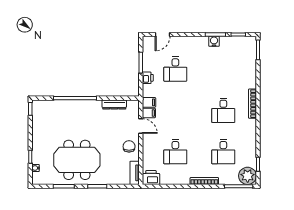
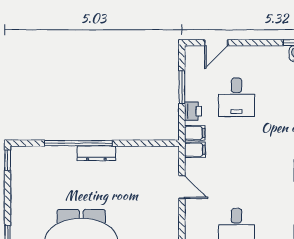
dresser: (114, 104) -> (96, 153), moved
filing cabinet: (149, 113) -> (195, 133), moved
chair: (129, 146) -> (163, 219), removed

